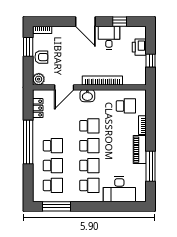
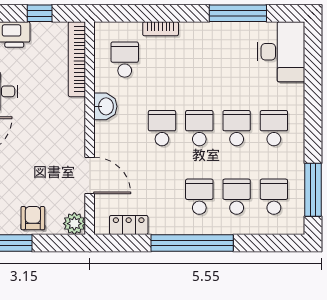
bookcase: (102, 81) -> (77, 59), moved
washbasin: (87, 96) -> (105, 106), moved
piano: (140, 150) -> (207, 34), removed
desk: (119, 189) -> (281, 52), moved

